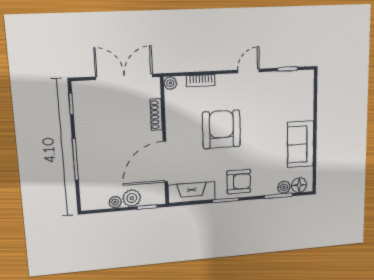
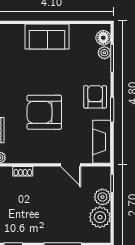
shoe rack: (156, 115) -> (23, 171), width x0.70
sofa: (301, 144) -> (47, 37), moved
door: (165, 162) -> (71, 165), width x0.53
plant: (115, 202) -> (100, 217), width x1.88, depth x1.88

